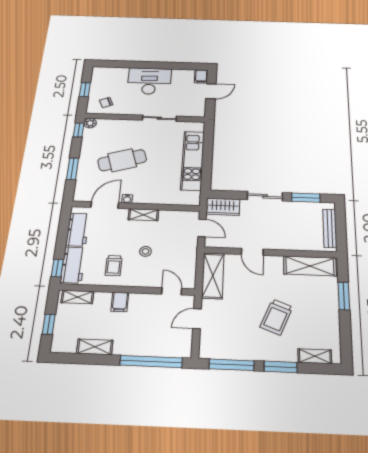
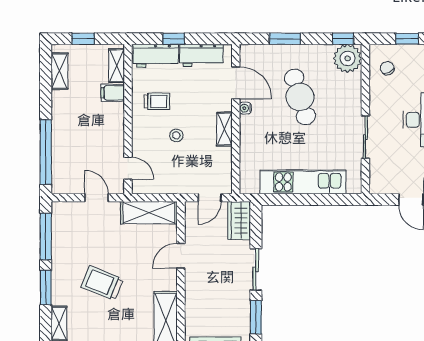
plant: (90, 123) -> (348, 58), width x1.88, depth x1.88
trolley: (114, 266) -> (157, 101), turned 180
window: (57, 268) -> (174, 39), moved
door: (172, 291) -> (128, 168), hinge flipped
filing cabinet: (120, 302) -> (113, 93), moved
shelving: (95, 347) -> (60, 71), moved

